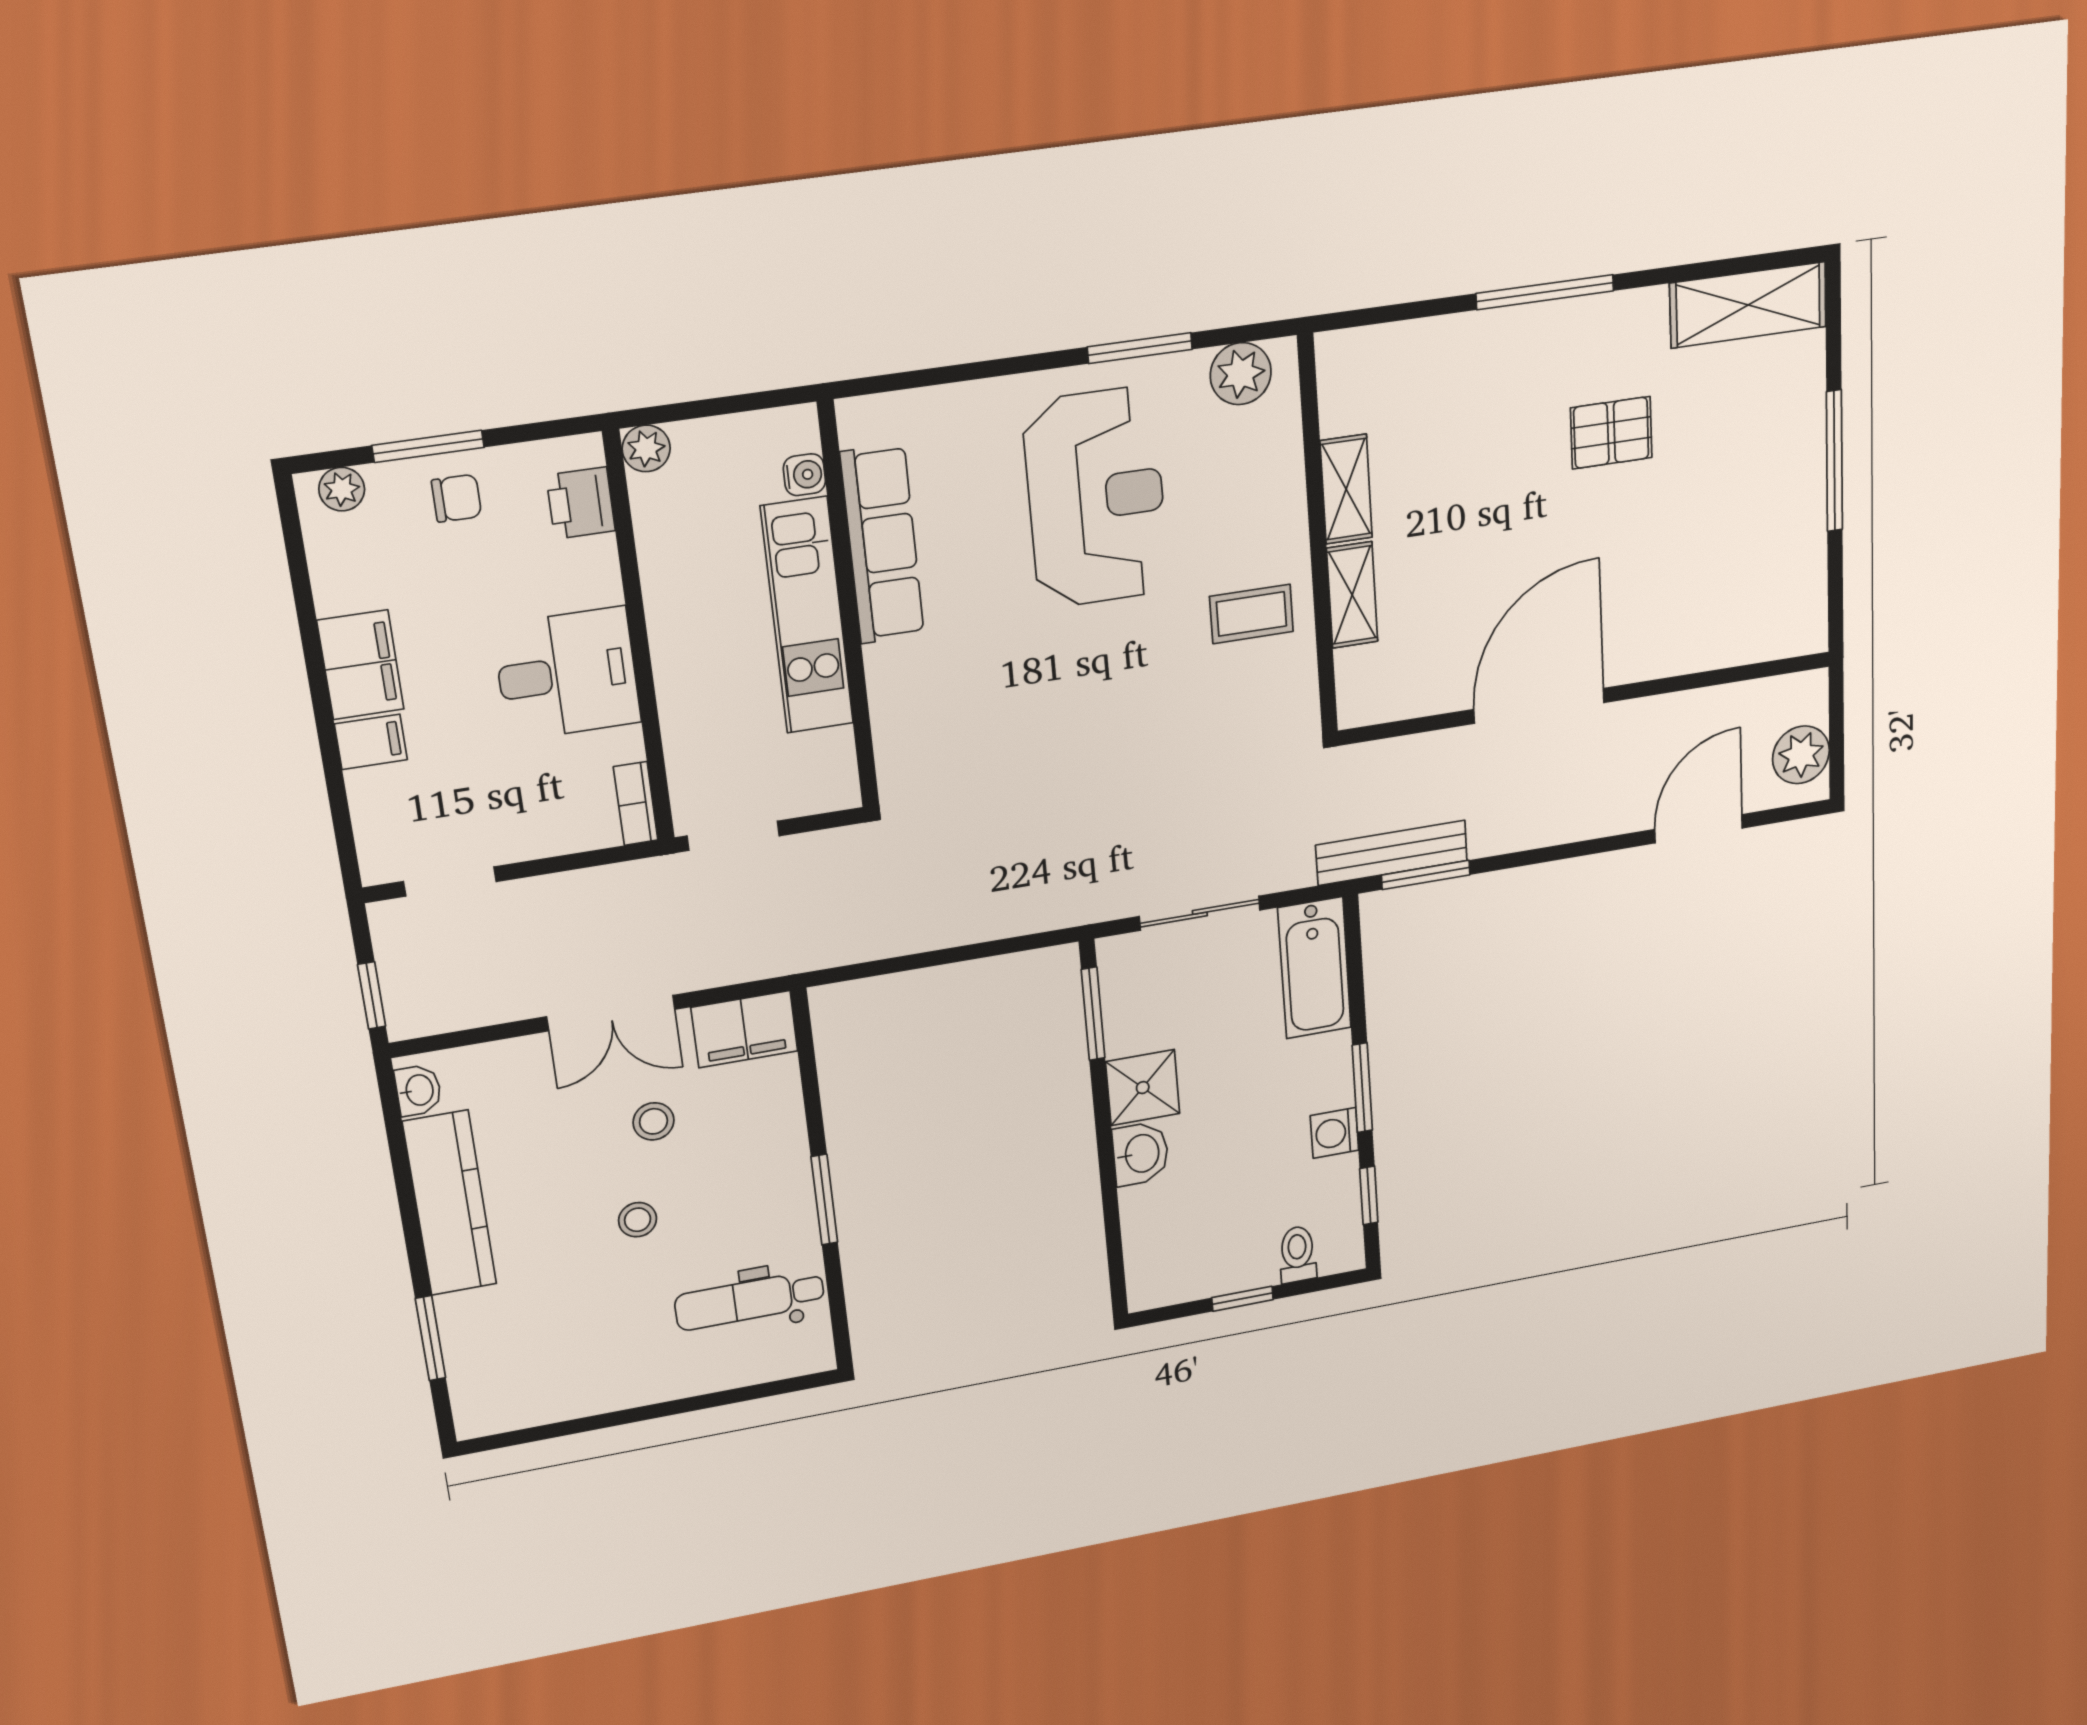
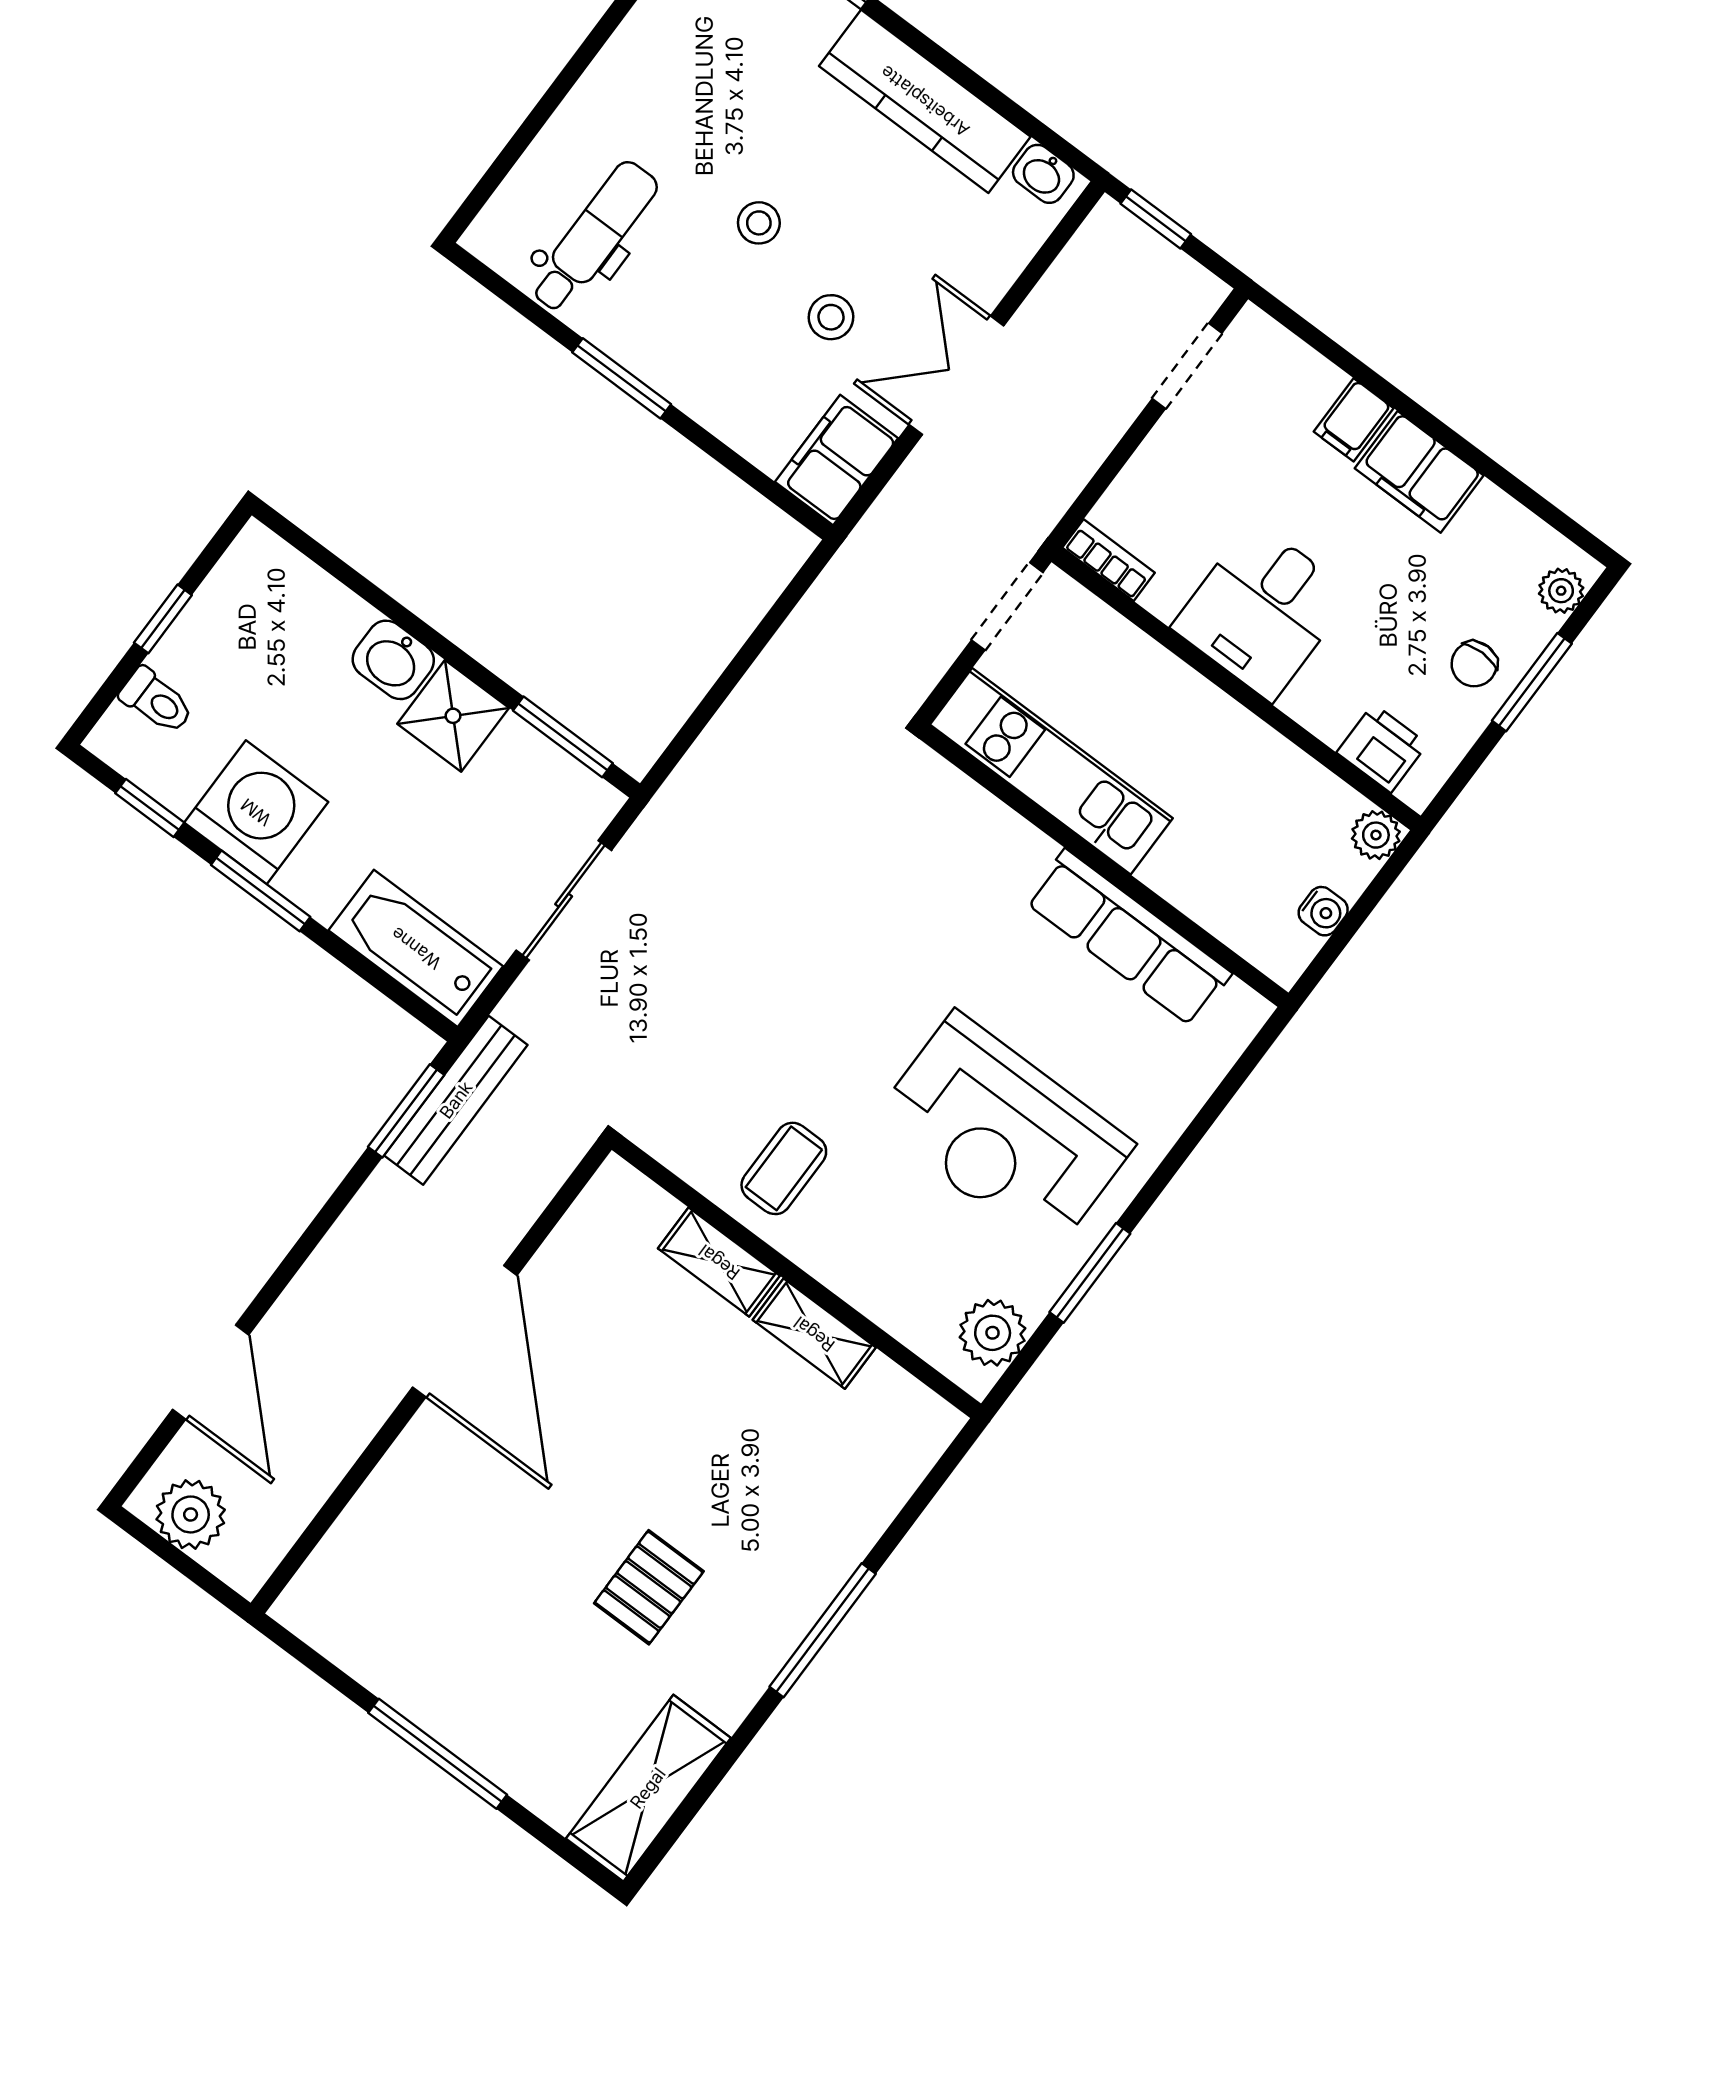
water cooler: (804, 475) -> (1323, 911), moved, turned -90
kitchen unit: (807, 616) -> (1051, 771), moved
washing machine: (1334, 1133) -> (256, 812), width x1.89, depth x1.89

